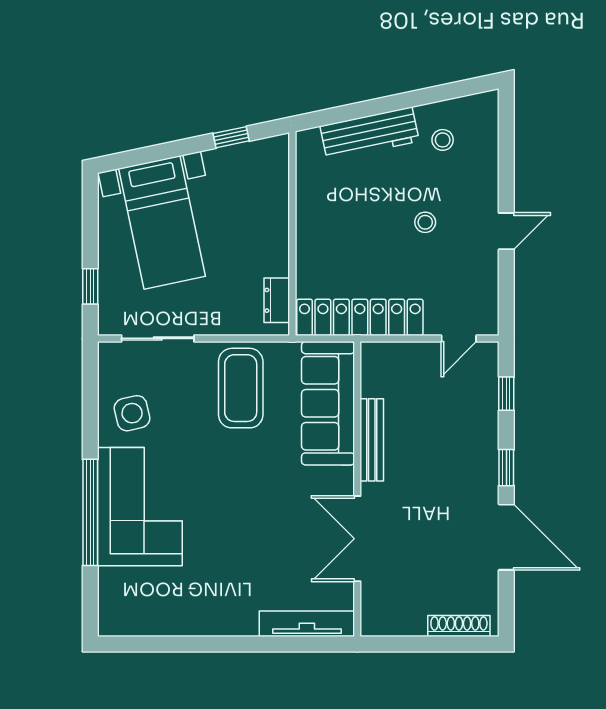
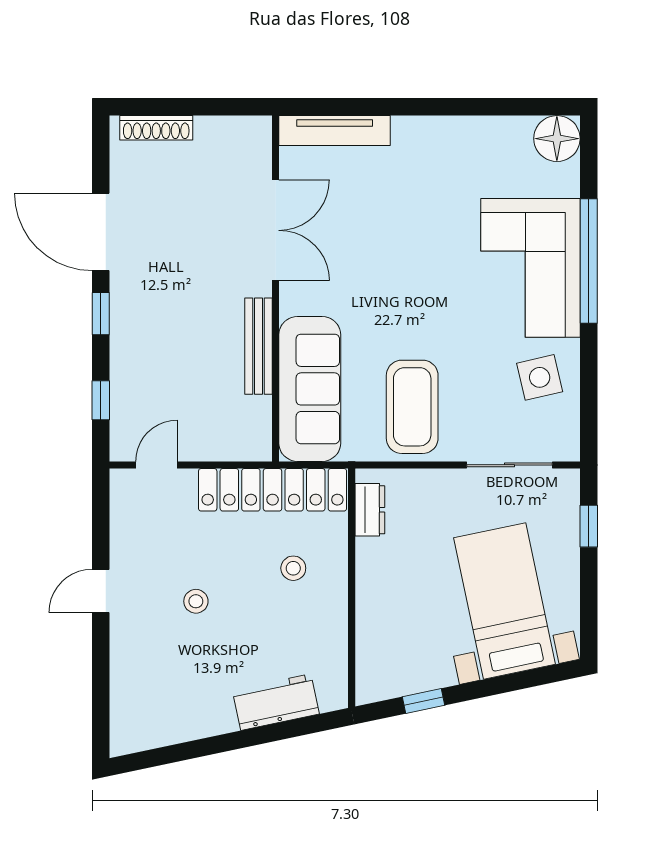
workbench: (370, 134) -> (276, 702), width x0.73
stool: (443, 140) -> (293, 568), moved
floor lamp: (117, 617) -> (557, 139), added

